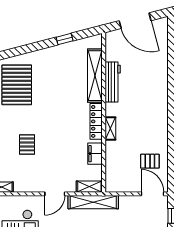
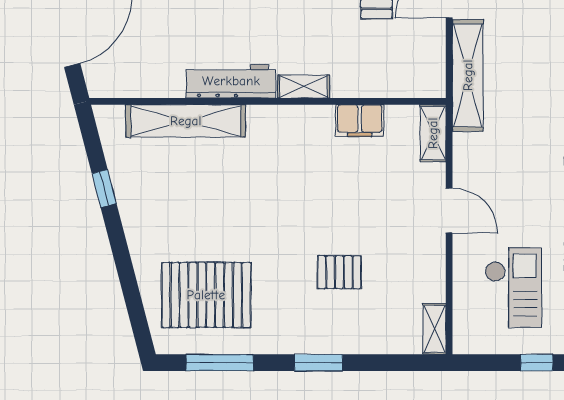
workbench: (113, 82) -> (231, 81), moved
locker: (96, 121) -> (288, 118), removed
shelving: (93, 202) -> (468, 75), moved

